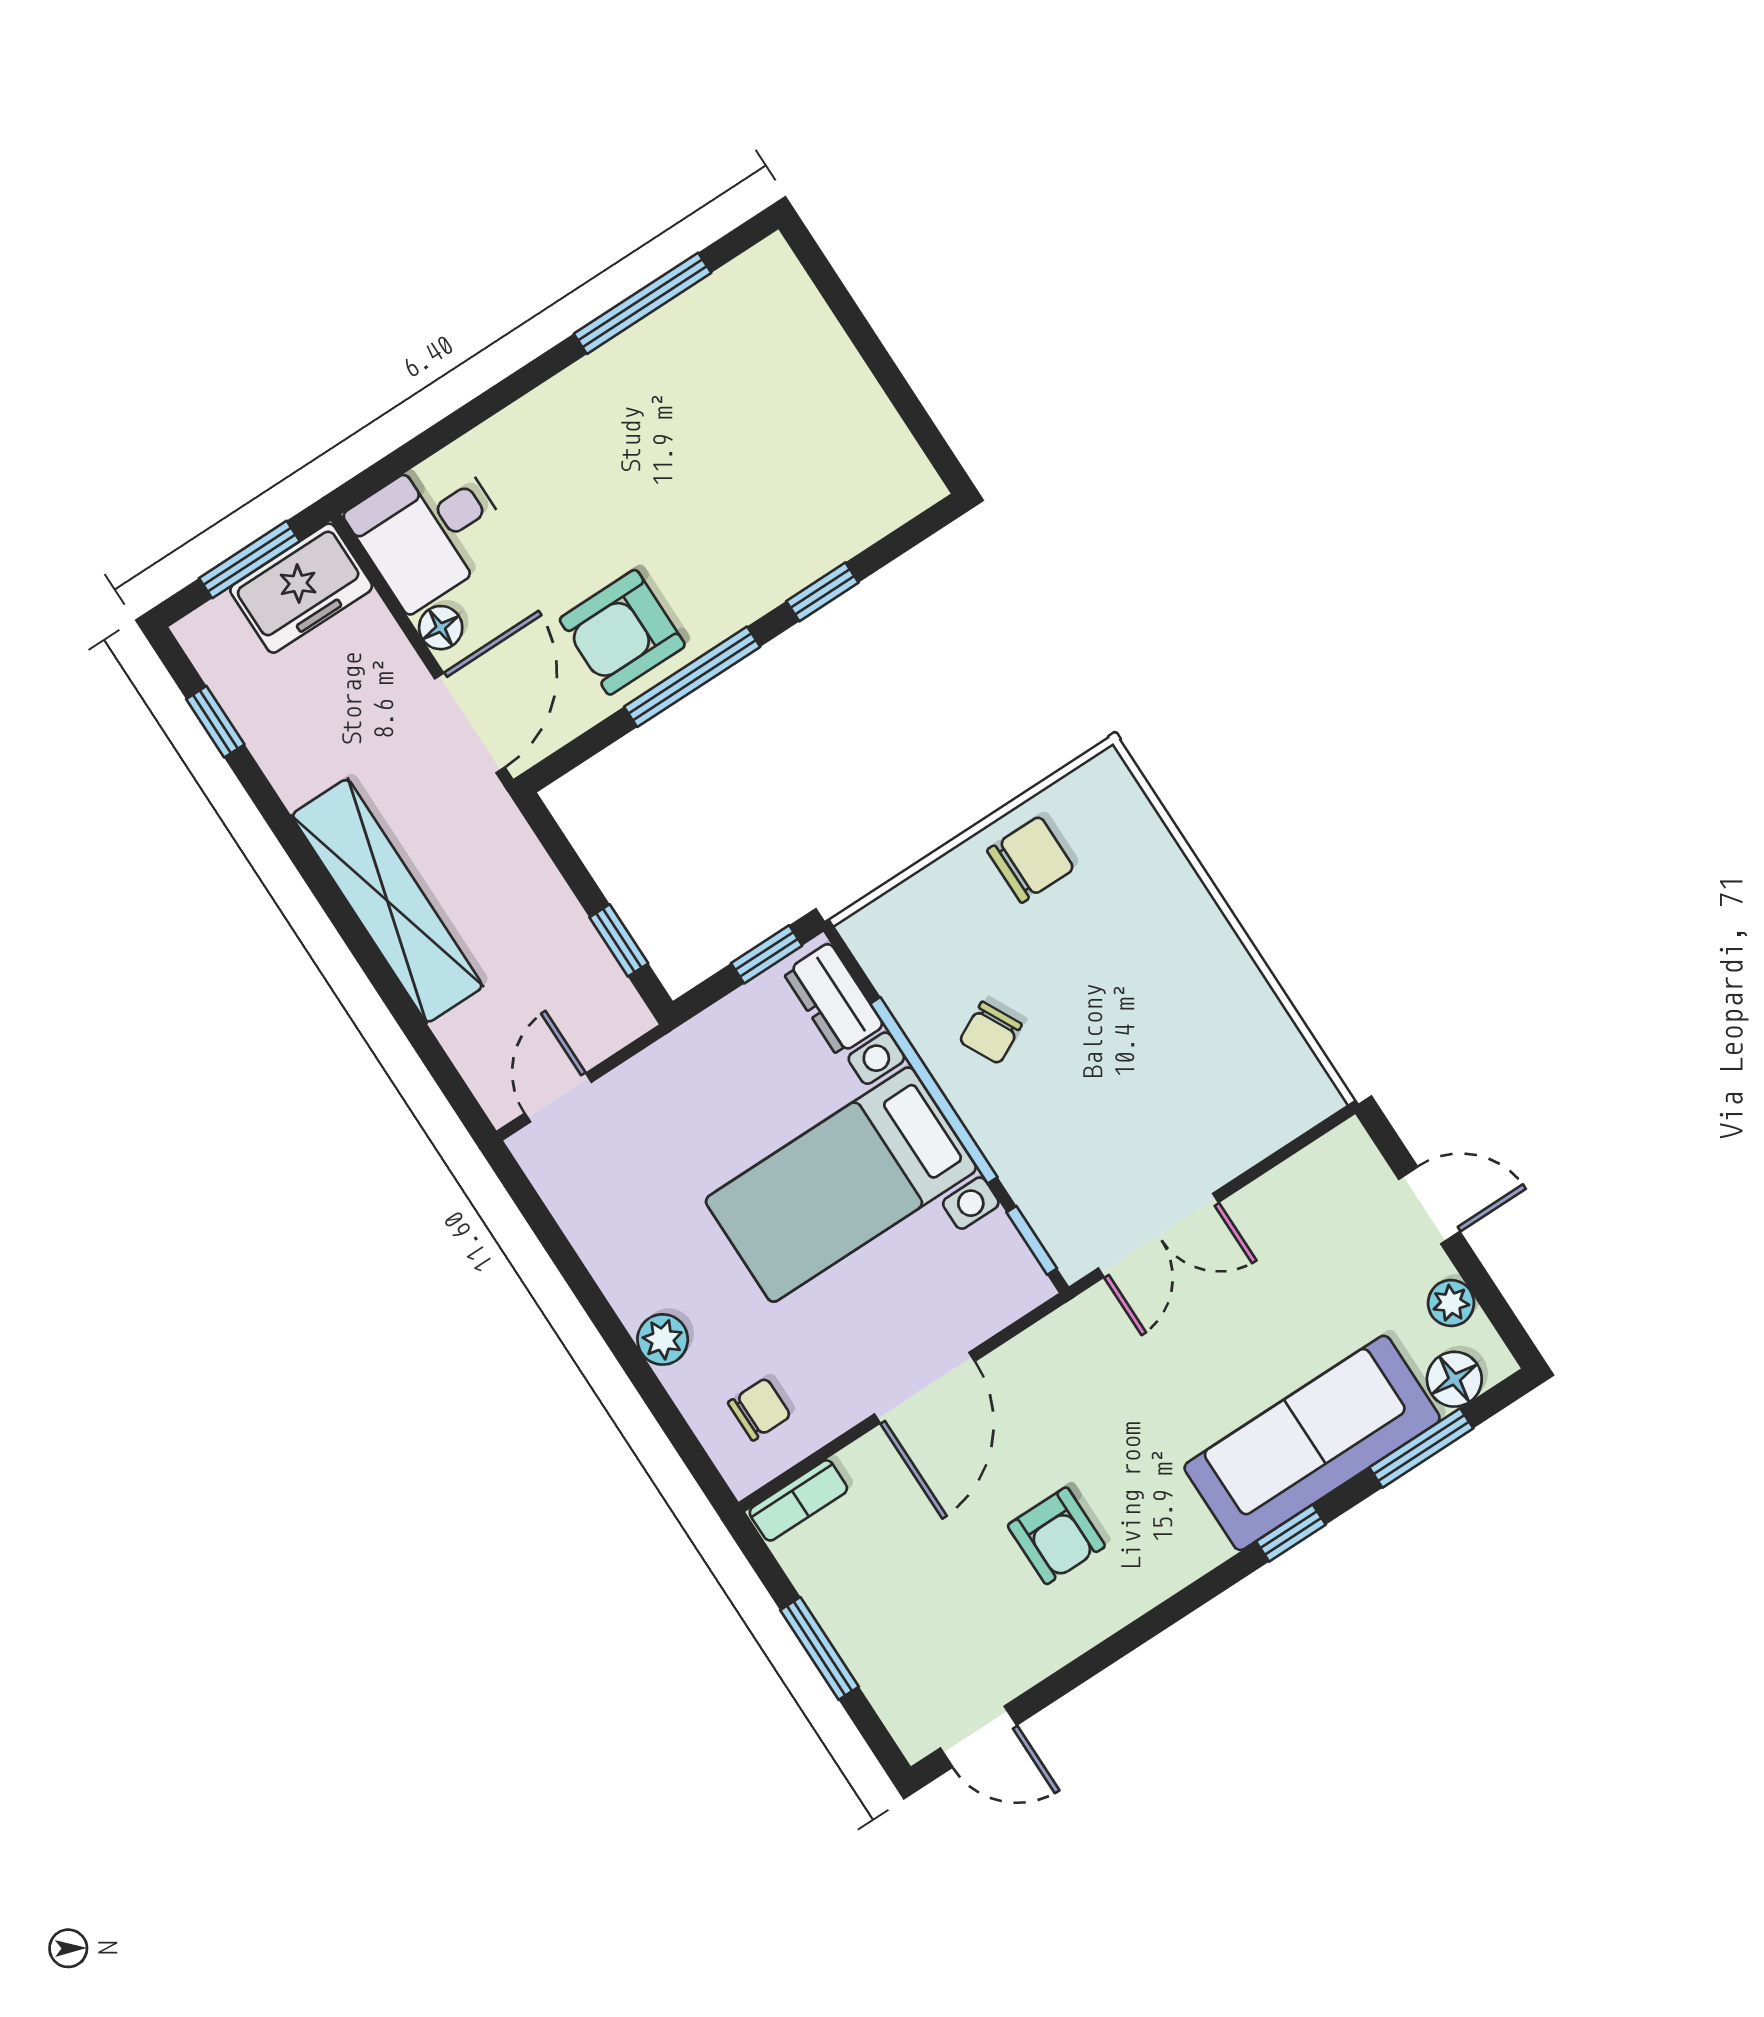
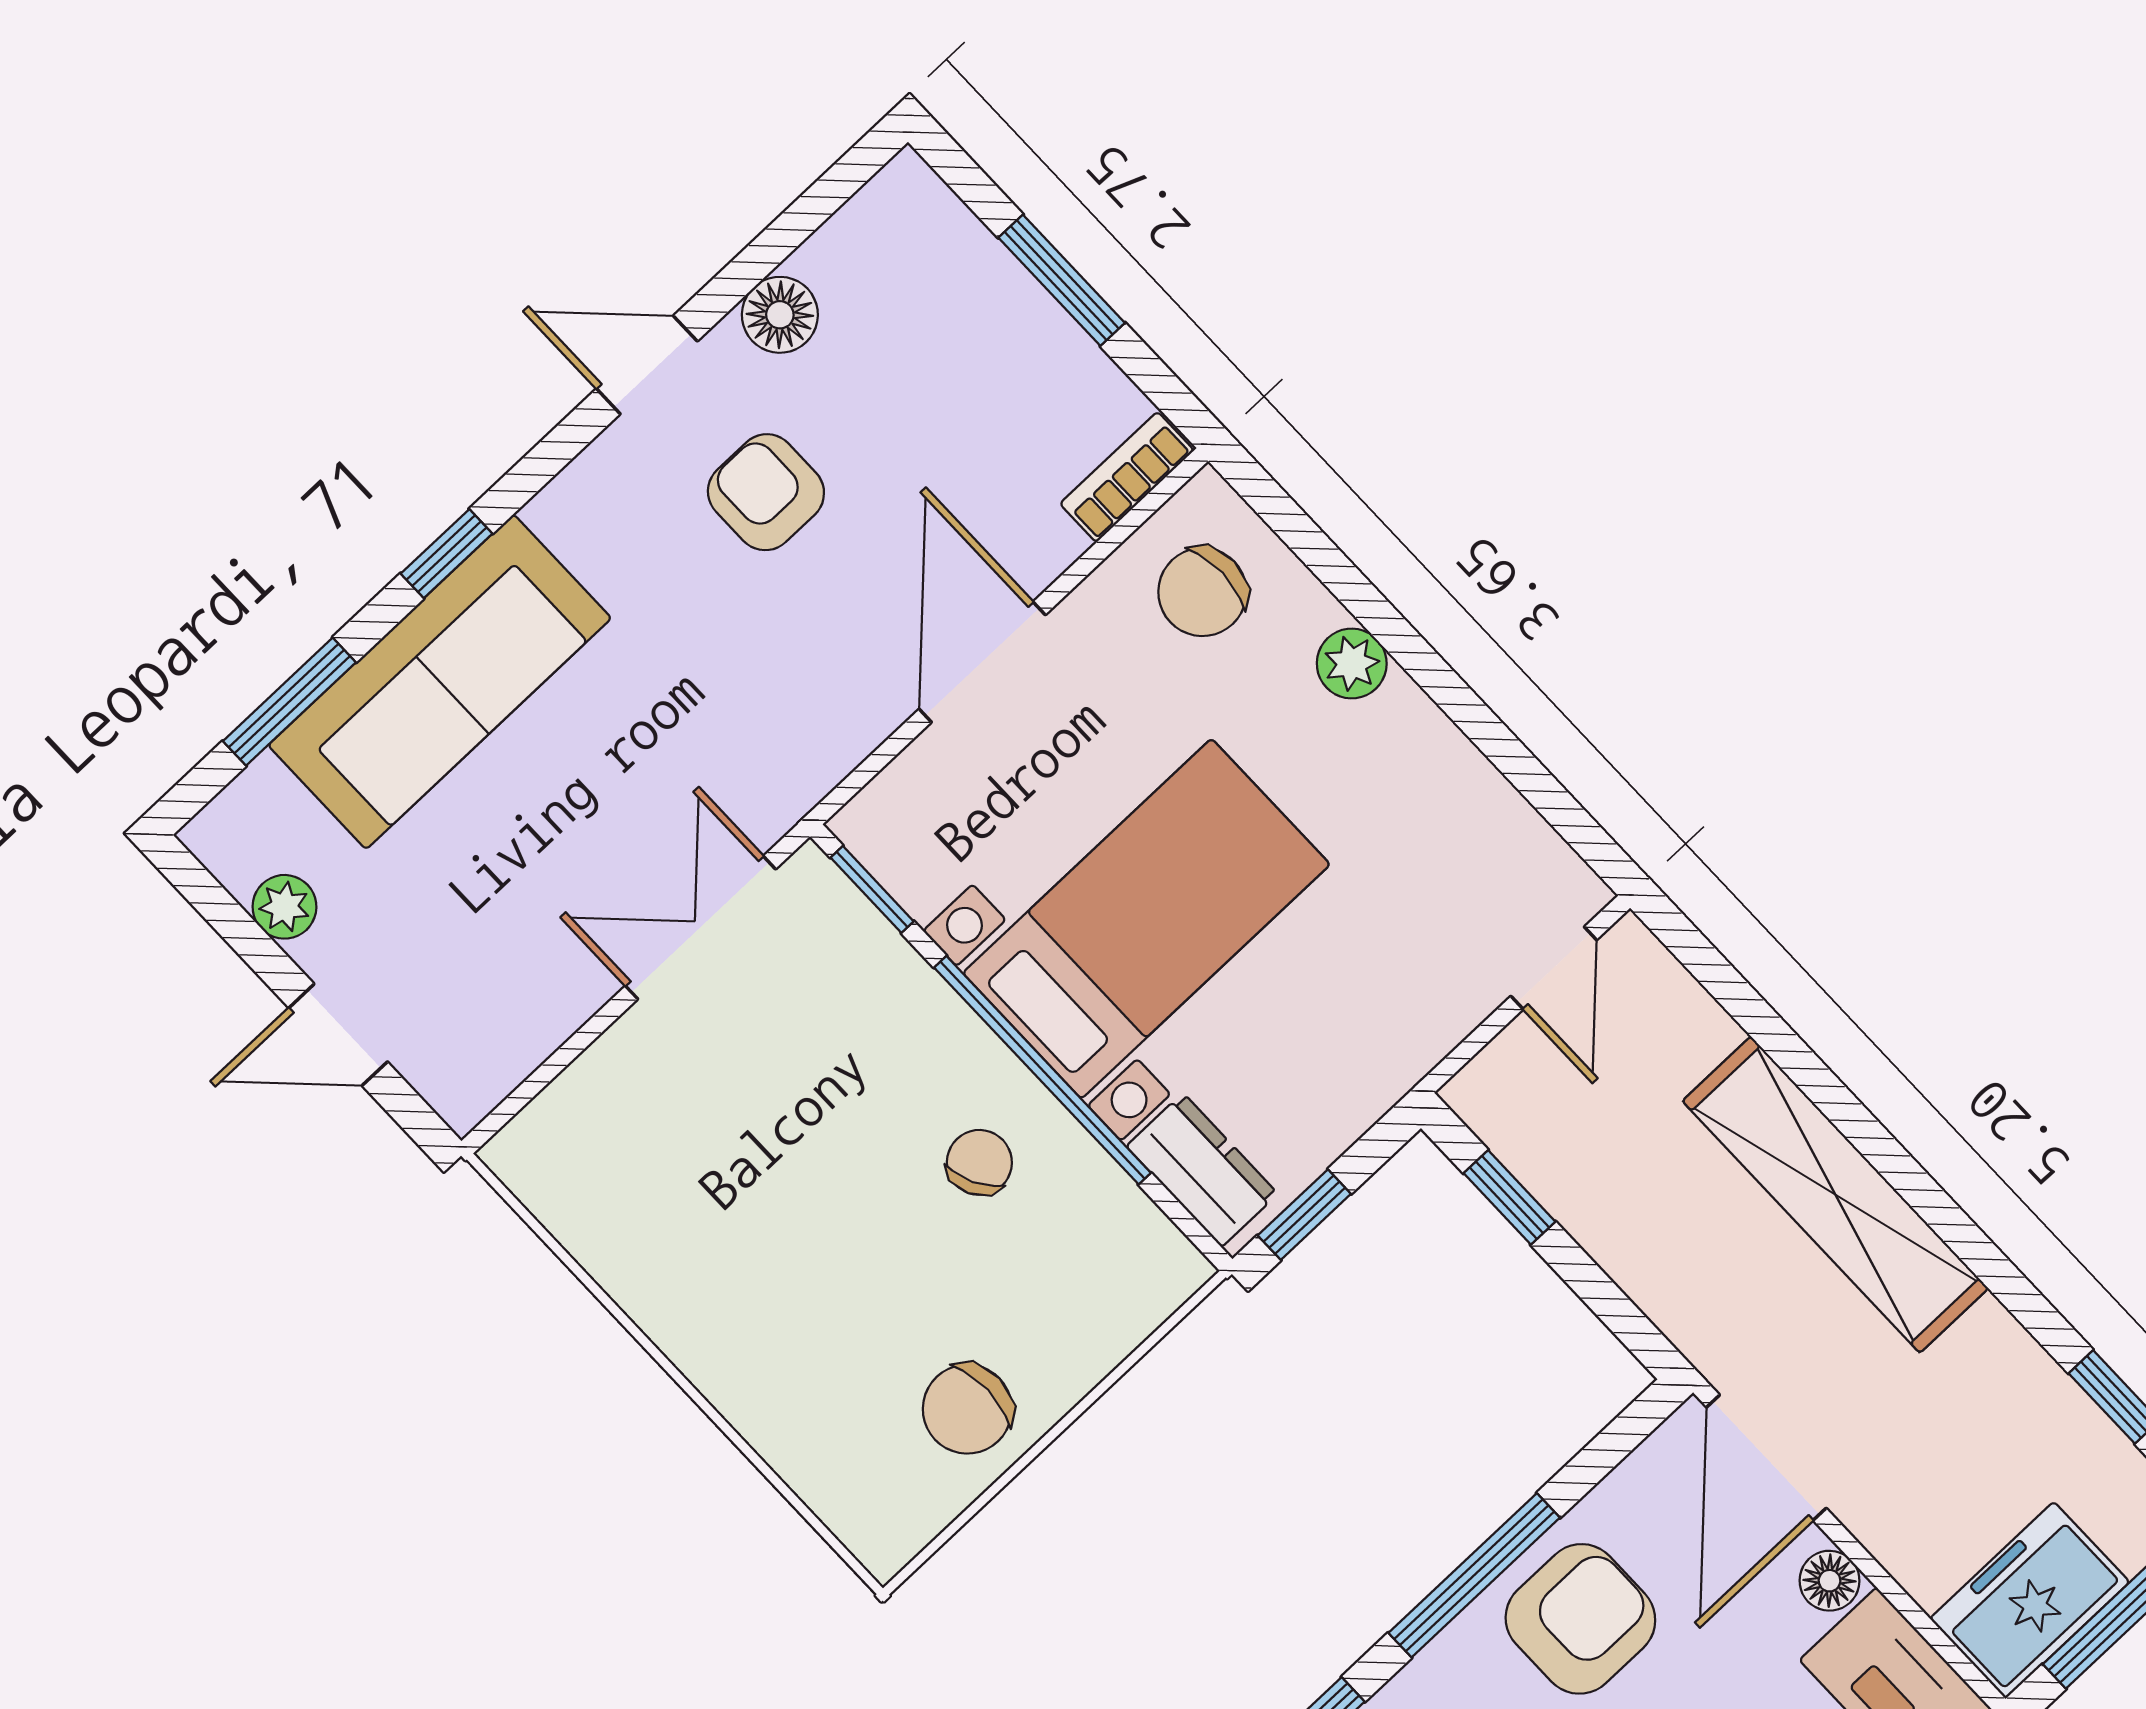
floor lamp: (1454, 1379) -> (780, 315), moved
chair: (759, 1409) -> (1202, 592), width x1.37, depth x1.37
door: (978, 1737) -> (647, 365), moved

